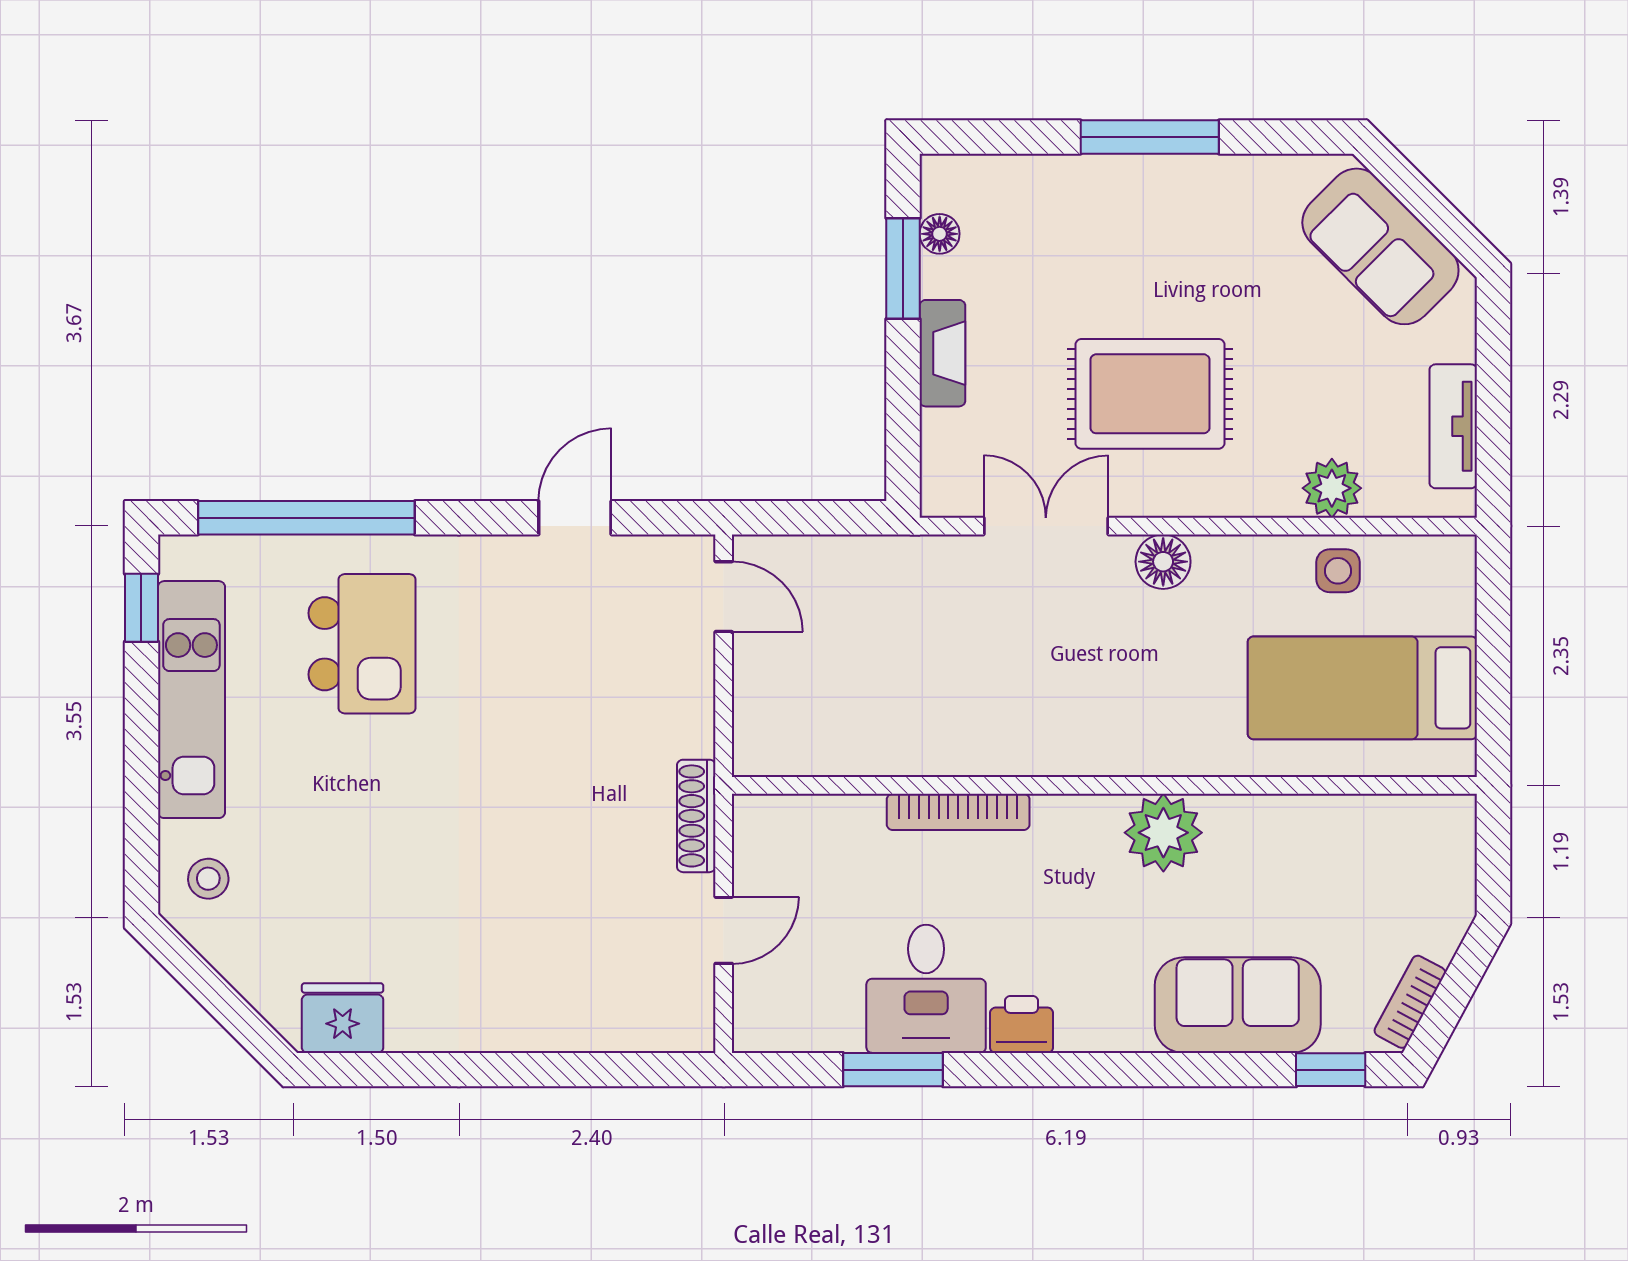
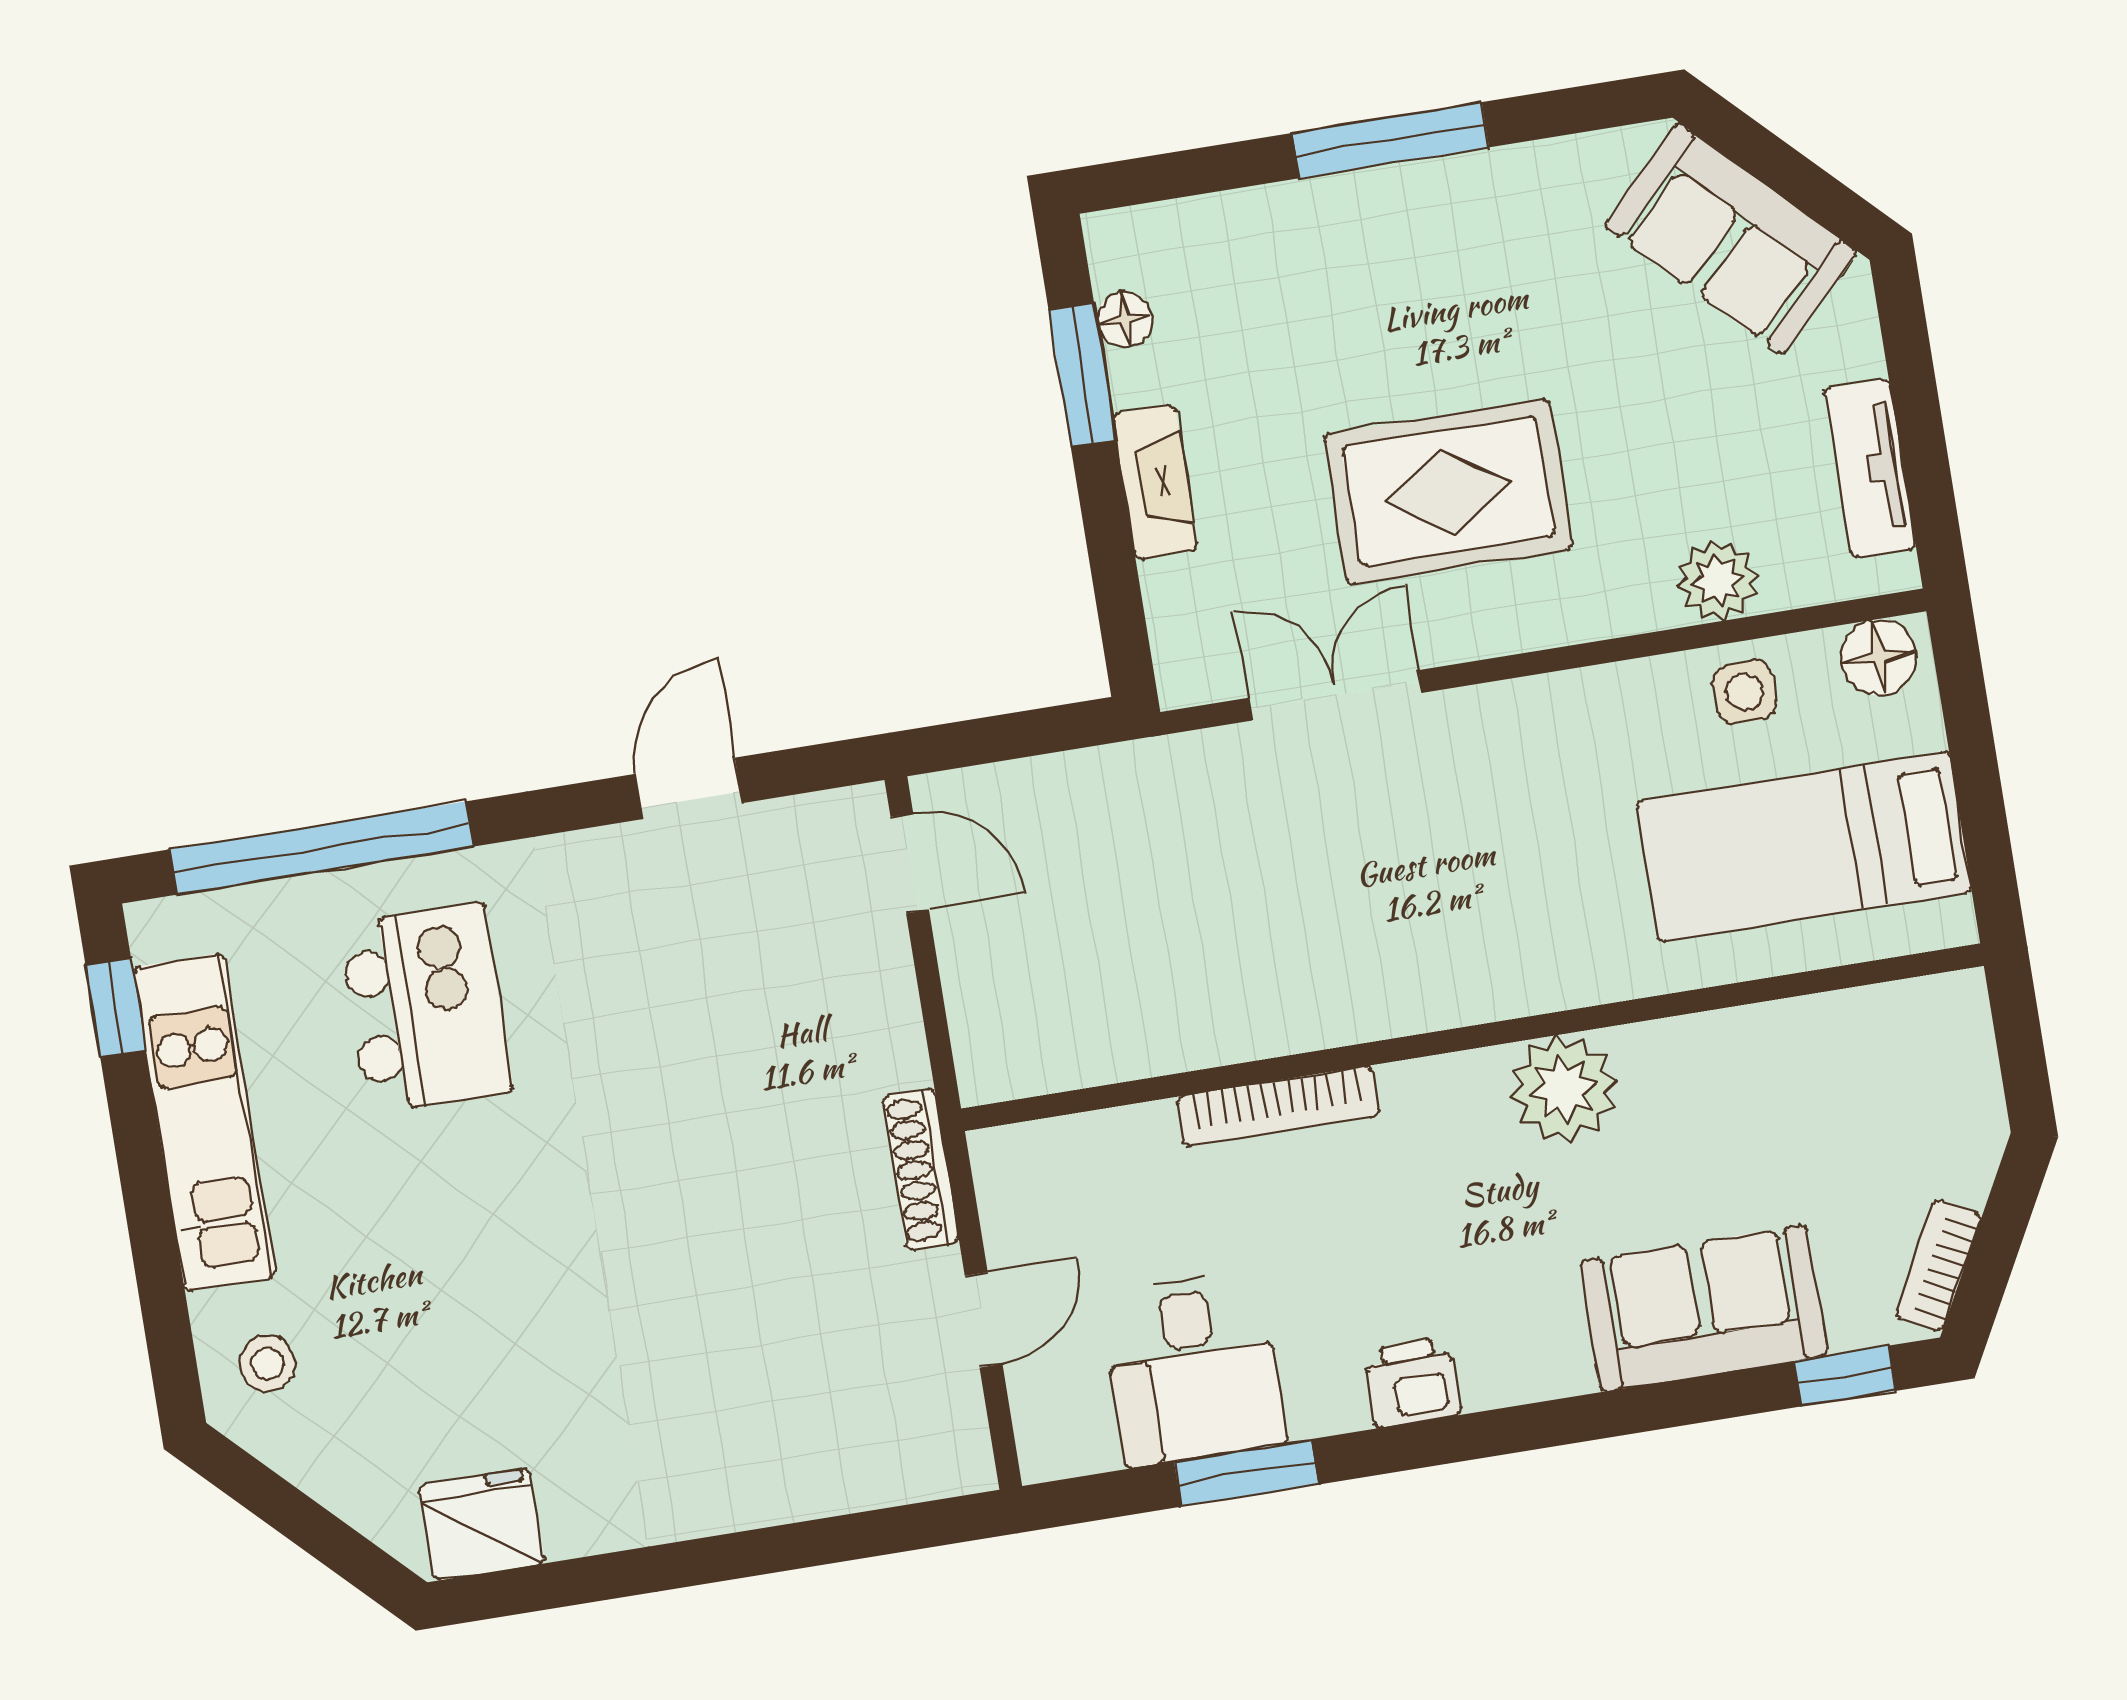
floor lamp: (1163, 562) -> (1879, 657), moved
desk: (926, 989) -> (1193, 1368), moved

